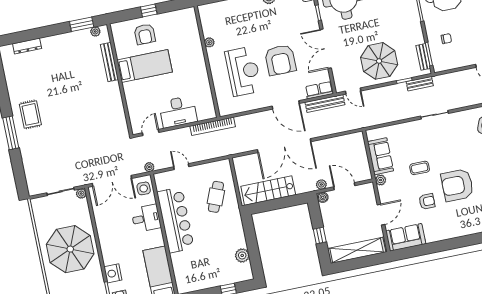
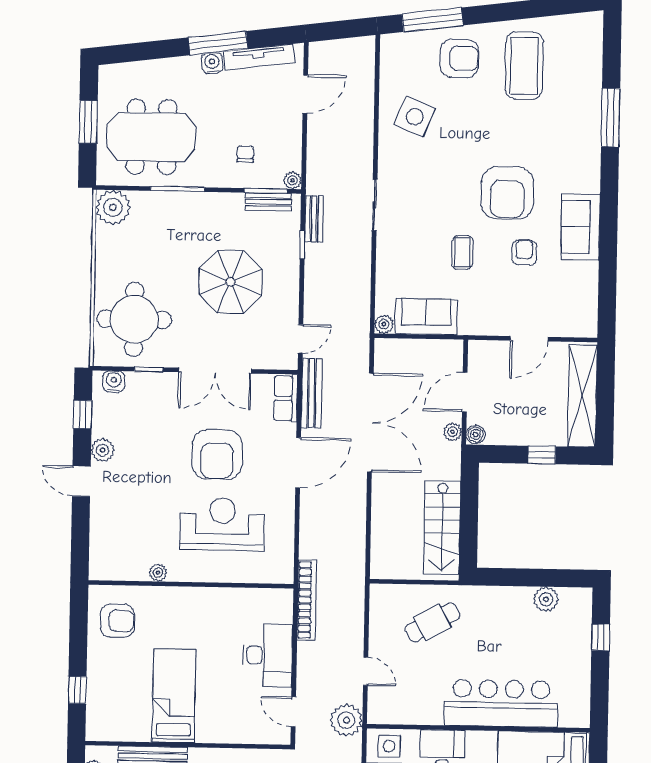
window: (149, 11) -> (77, 690), moved
armchair: (145, 34) -> (117, 621), moved
armchair: (280, 60) -> (217, 455), turned 90
parasol: (379, 61) -> (231, 282), moved
plant: (438, 67) -> (293, 180), added
double door: (284, 146) -> (370, 422), moved
plant: (149, 167) -> (346, 720), width x1.87, depth x1.87
door: (181, 167) -> (366, 671), swing flipped
plant: (381, 180) -> (384, 324), moved
cafe table: (216, 197) -> (432, 622), turned -51
door: (381, 215) -> (529, 339), swing flipped
bar counter: (176, 220) -> (501, 703), moved
sofa: (406, 237) -> (580, 227), moved

